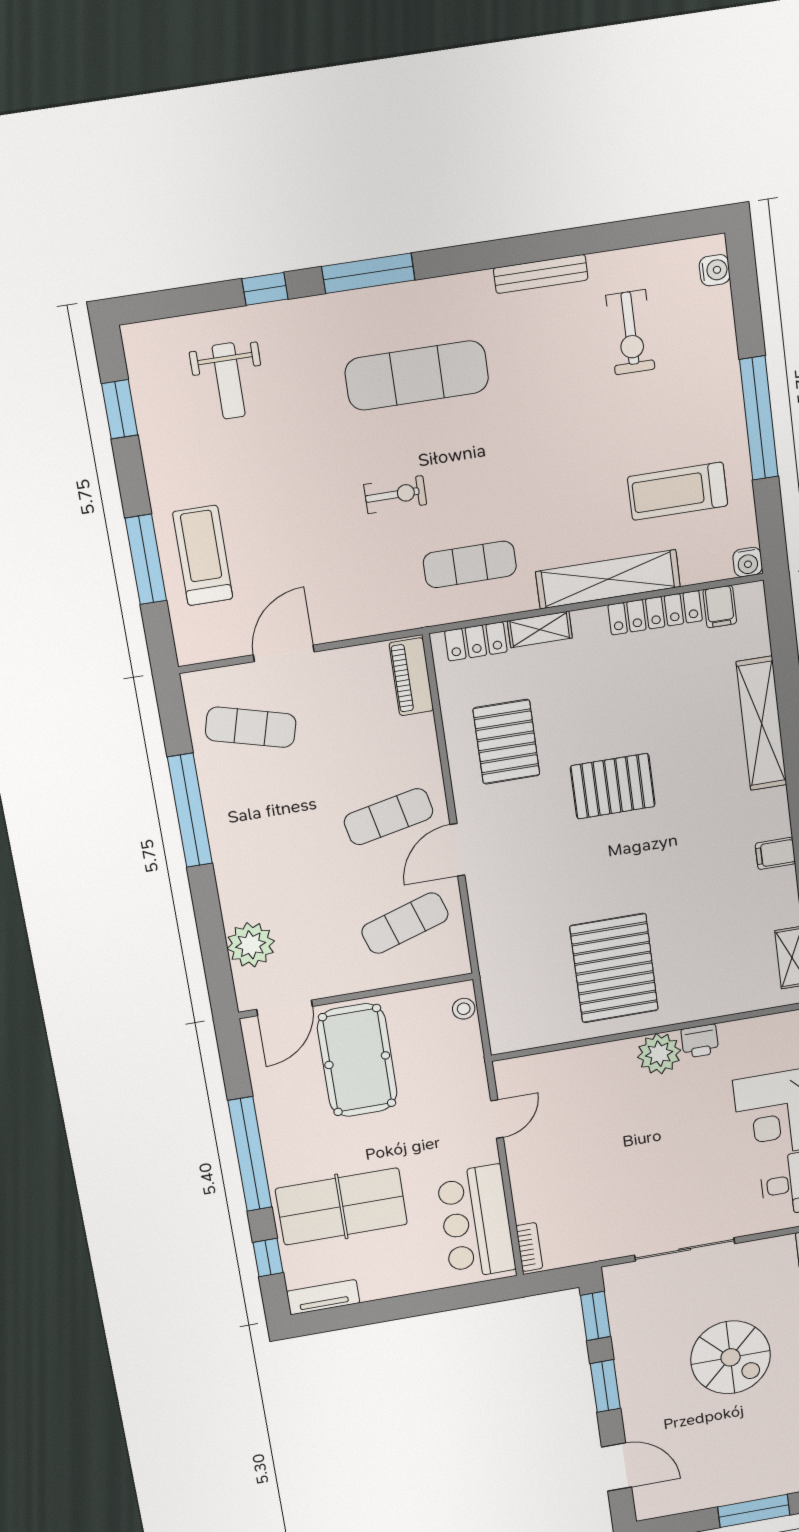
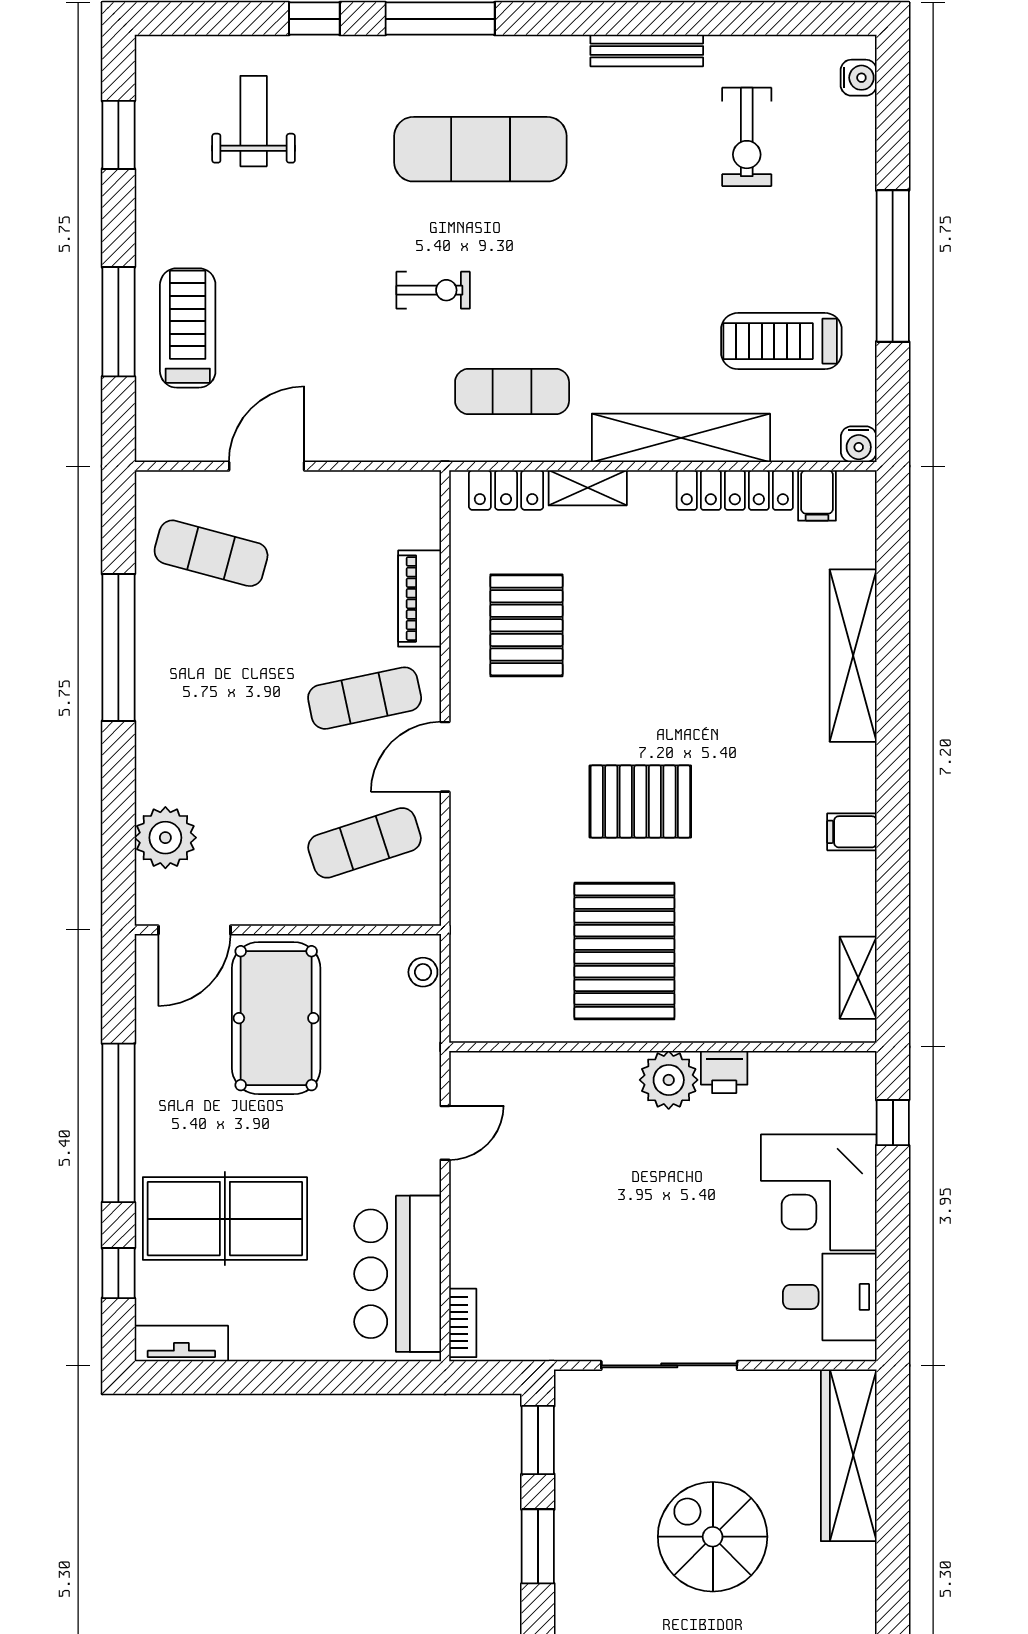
weight bench: (229, 381) -> (254, 121), turned 180
piano: (411, 677) -> (420, 599), moved
pallet: (613, 786) -> (640, 802), moved
spiral stairs: (731, 1357) -> (713, 1537), turned 180

